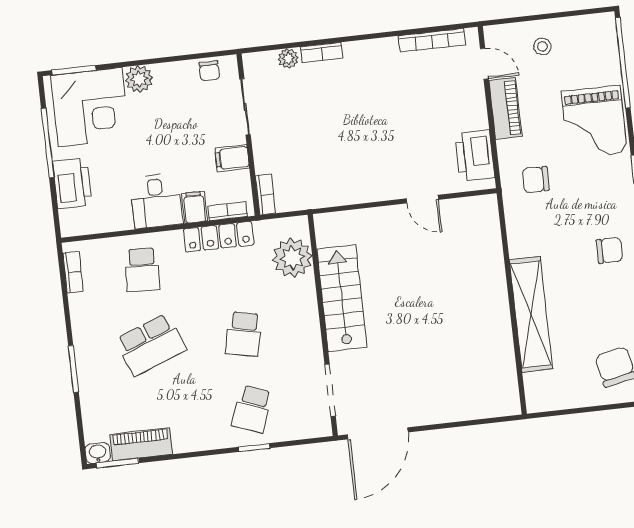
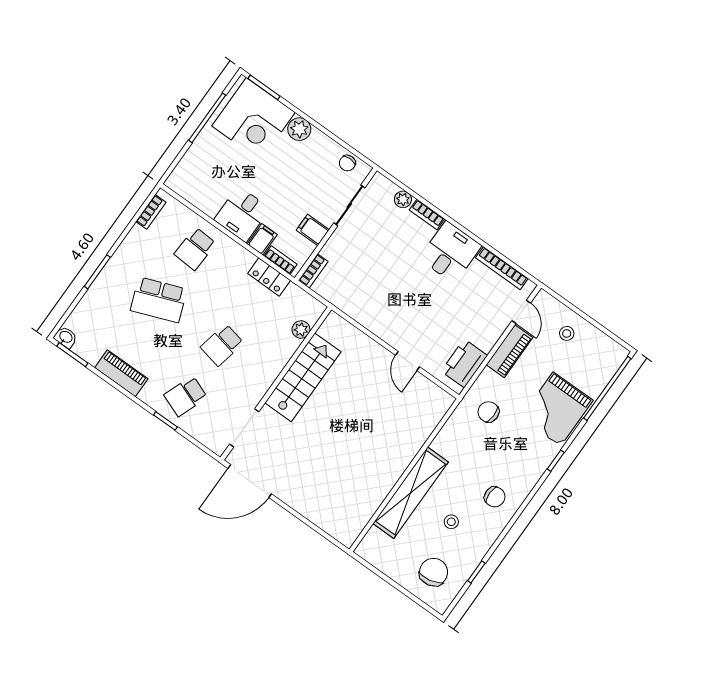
desk: (373, 68) -> (450, 252), added
printer: (72, 183) -> (200, 156), removed
locker: (219, 237) -> (269, 277), width x0.66
plant: (292, 258) -> (301, 330), width x0.53, depth x0.53
stool: (591, 308) -> (451, 522), added
piano: (141, 444) -> (121, 373), moved

